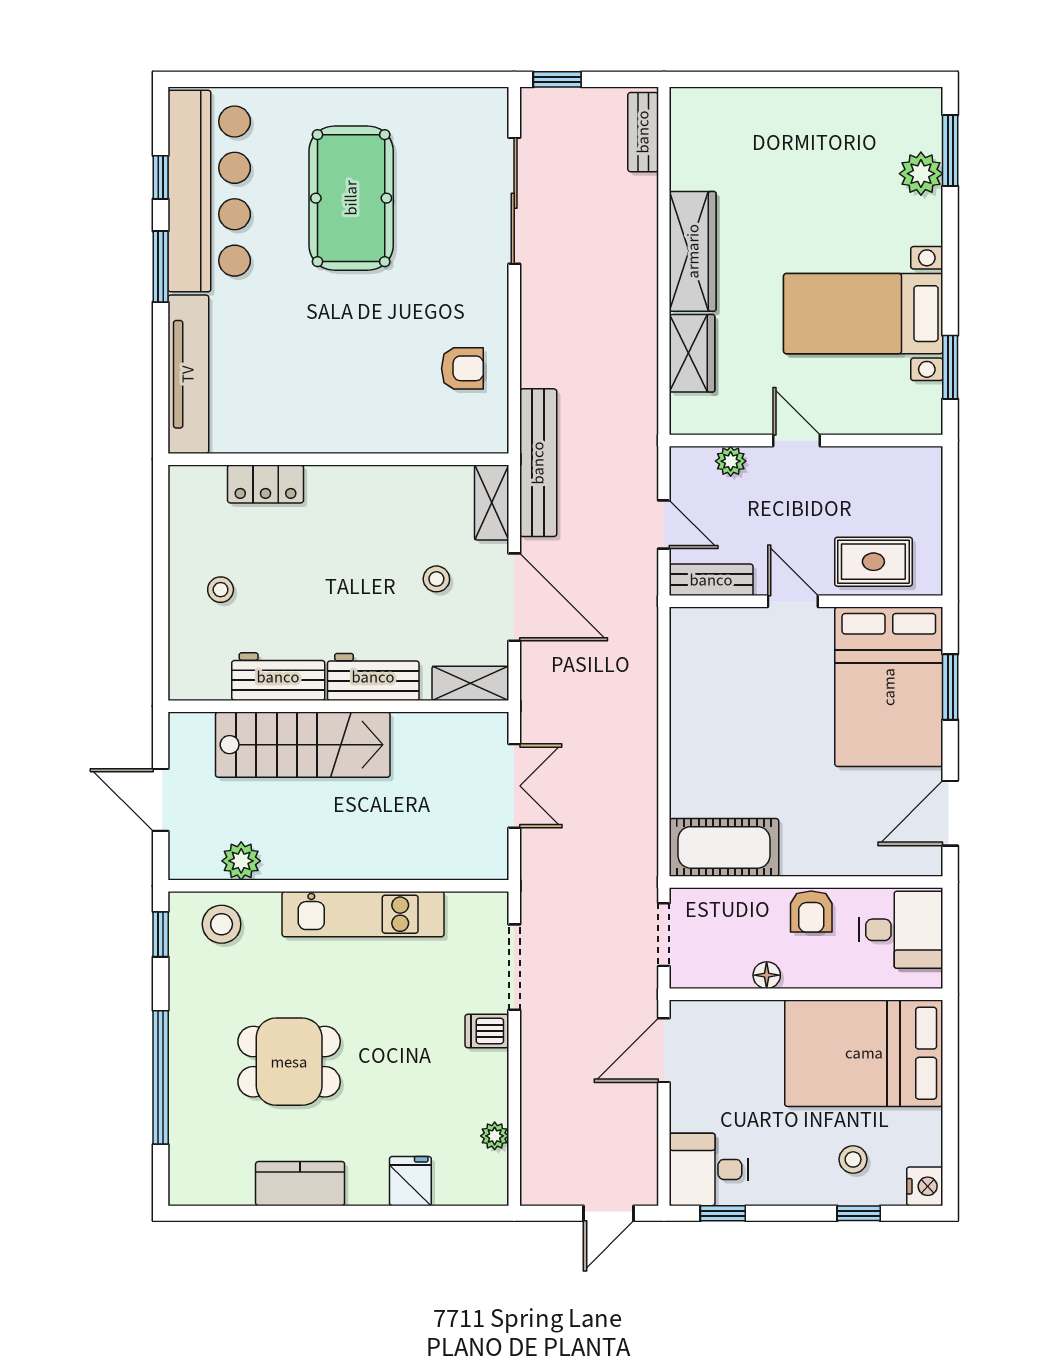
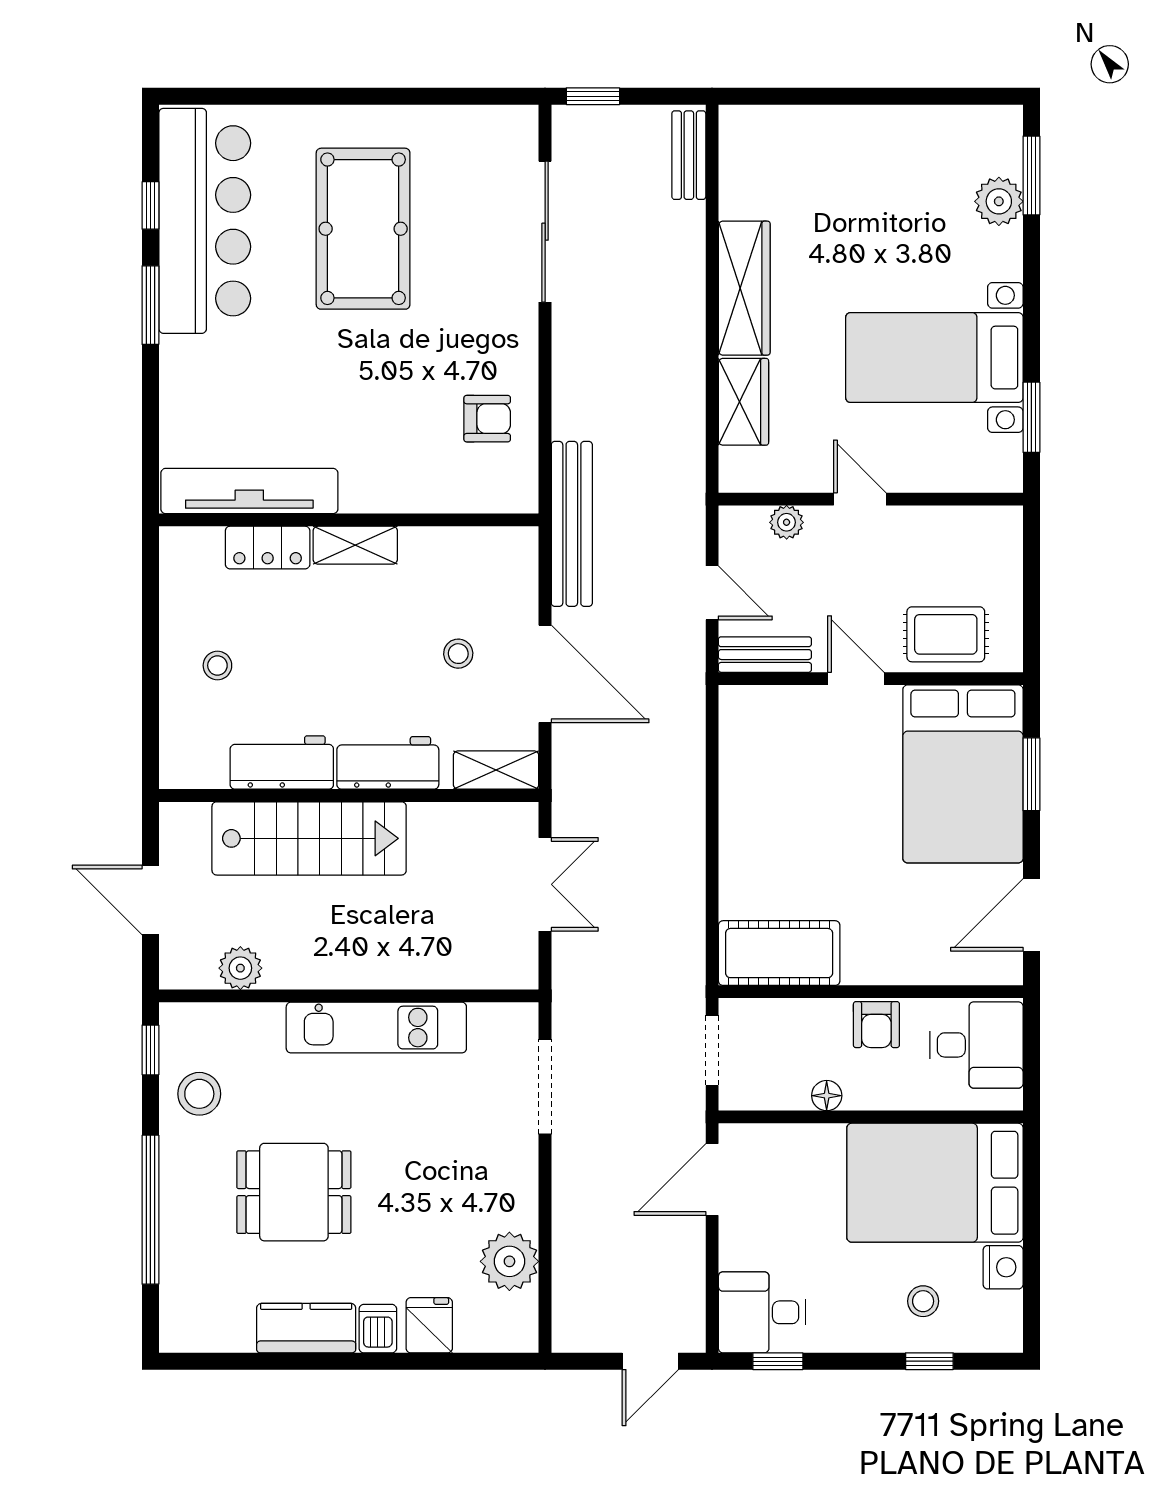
tv unit: (188, 374) -> (249, 491), moved, turned -90
shelving: (492, 502) -> (355, 545), moved, turned 90
stool: (222, 924) -> (199, 1094), moved
dishwasher: (487, 1031) -> (378, 1329), moved, turned 90
plant: (495, 1136) -> (509, 1261), width x1.88, depth x1.88
nightstand: (925, 1186) -> (1003, 1267), moved

